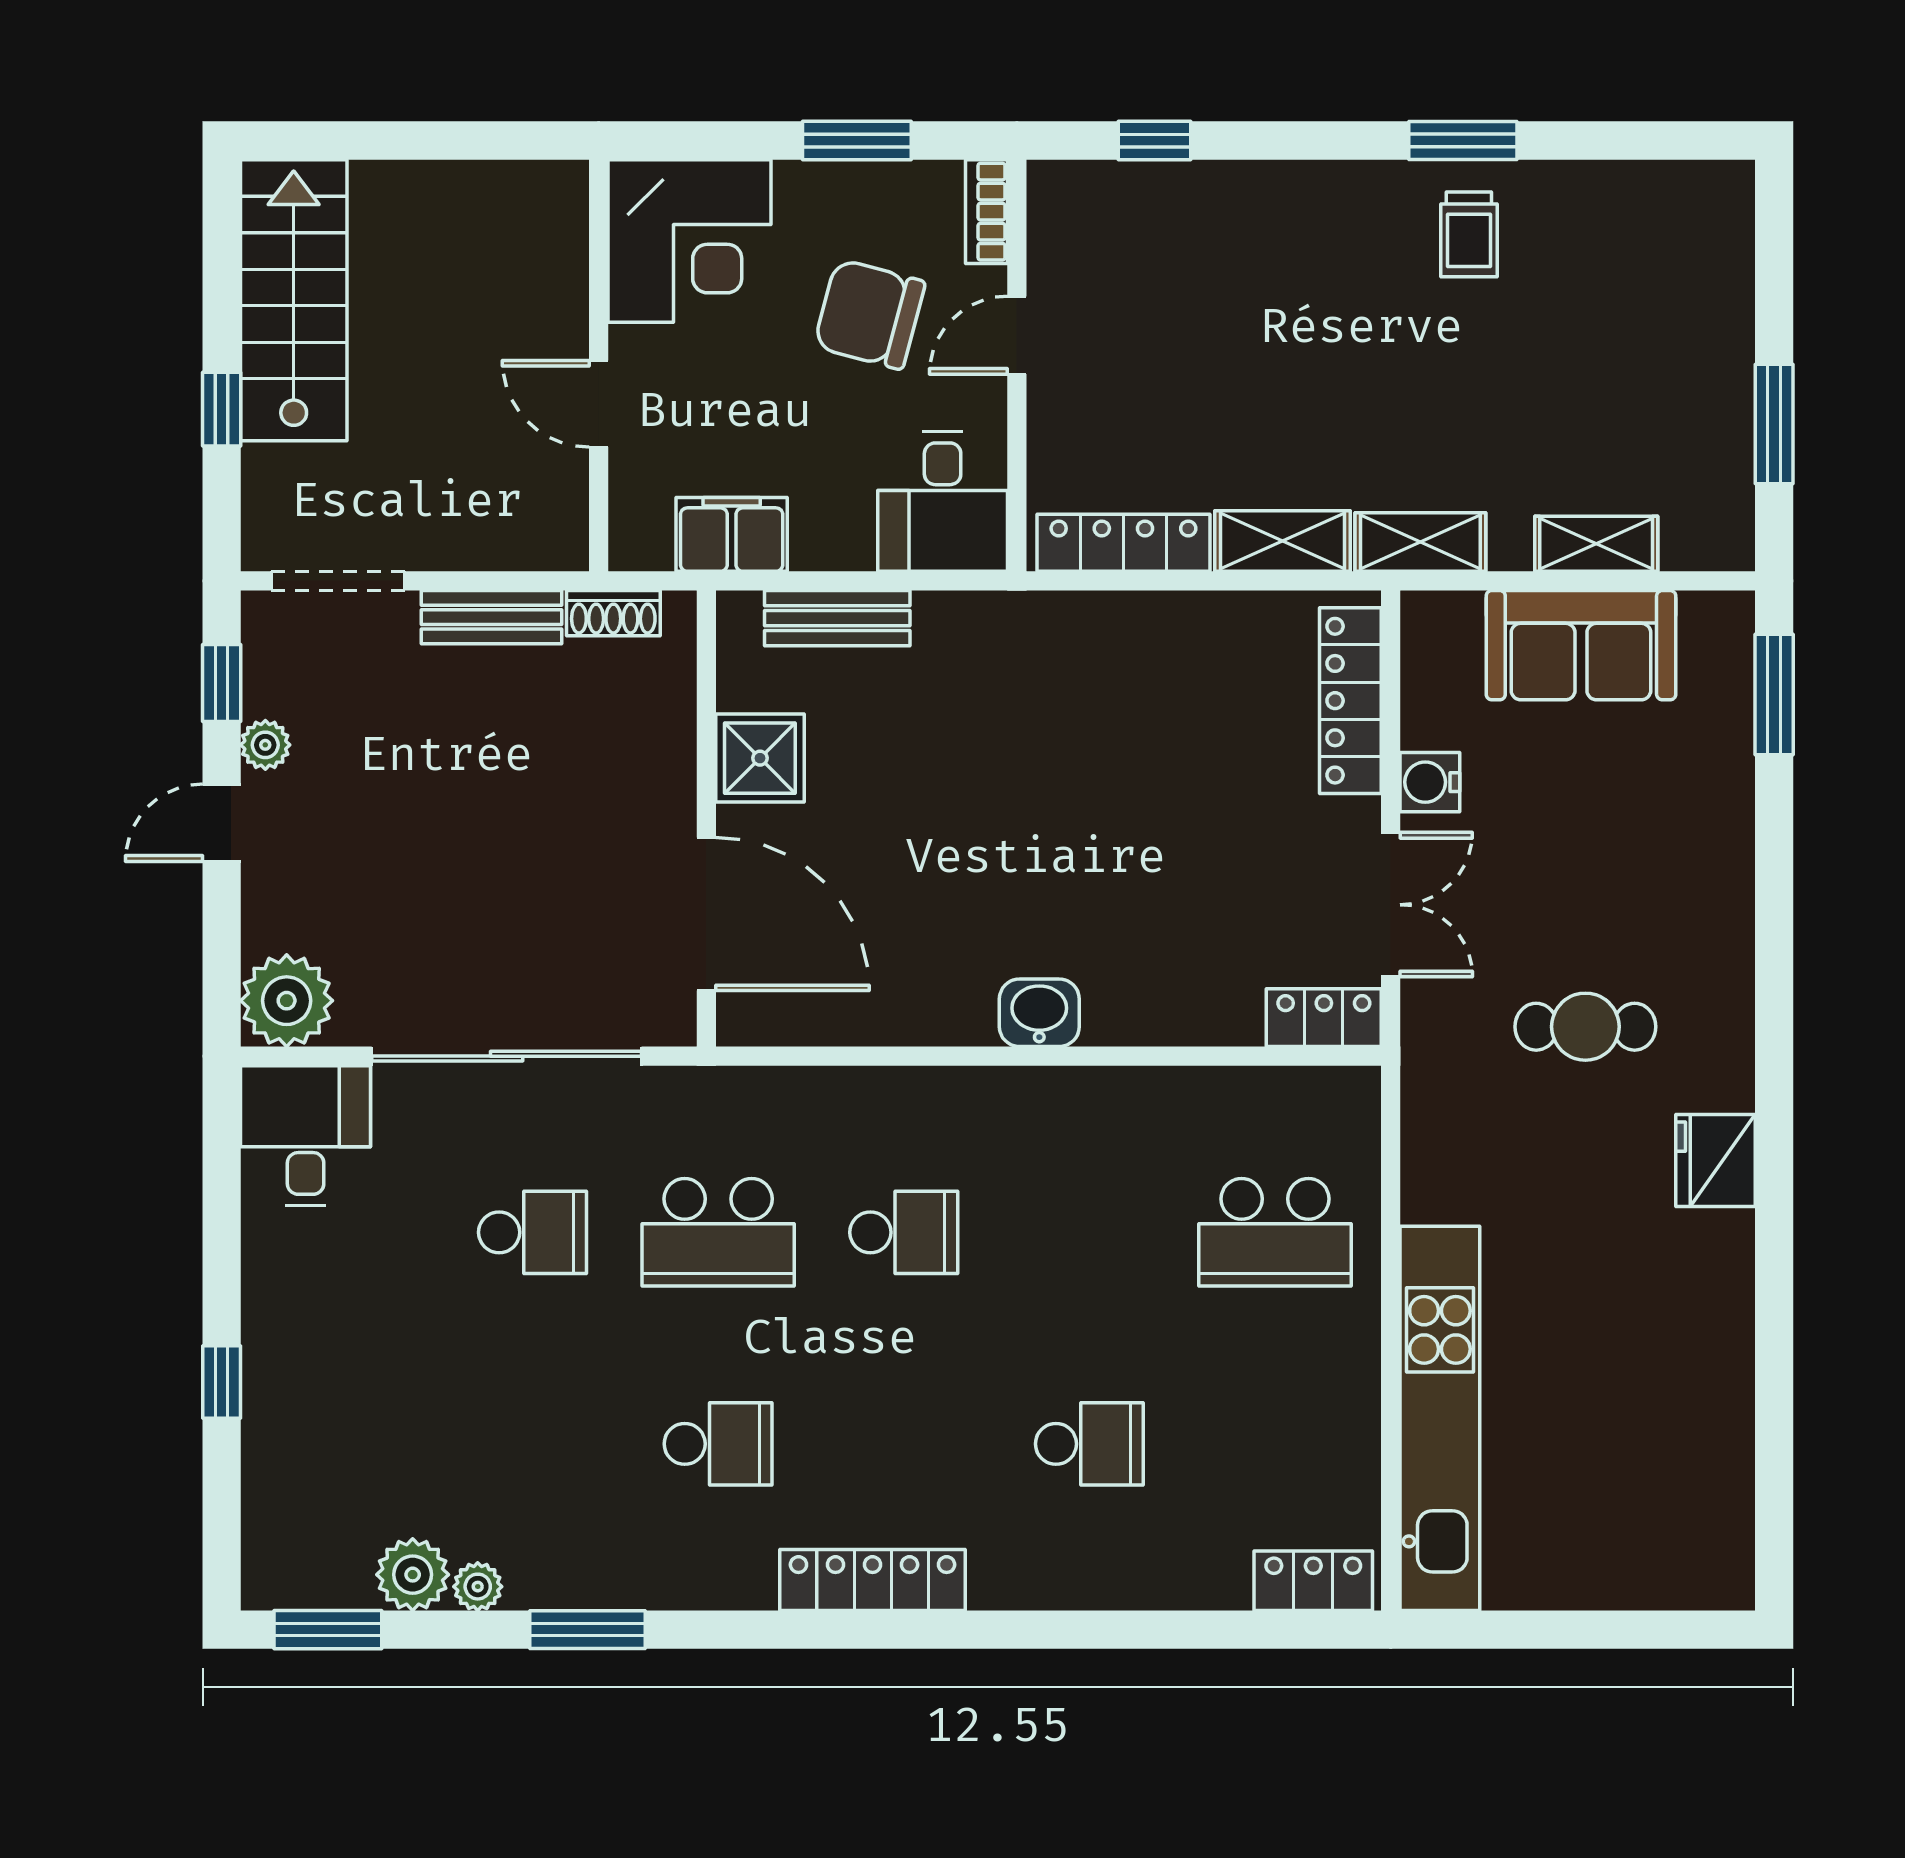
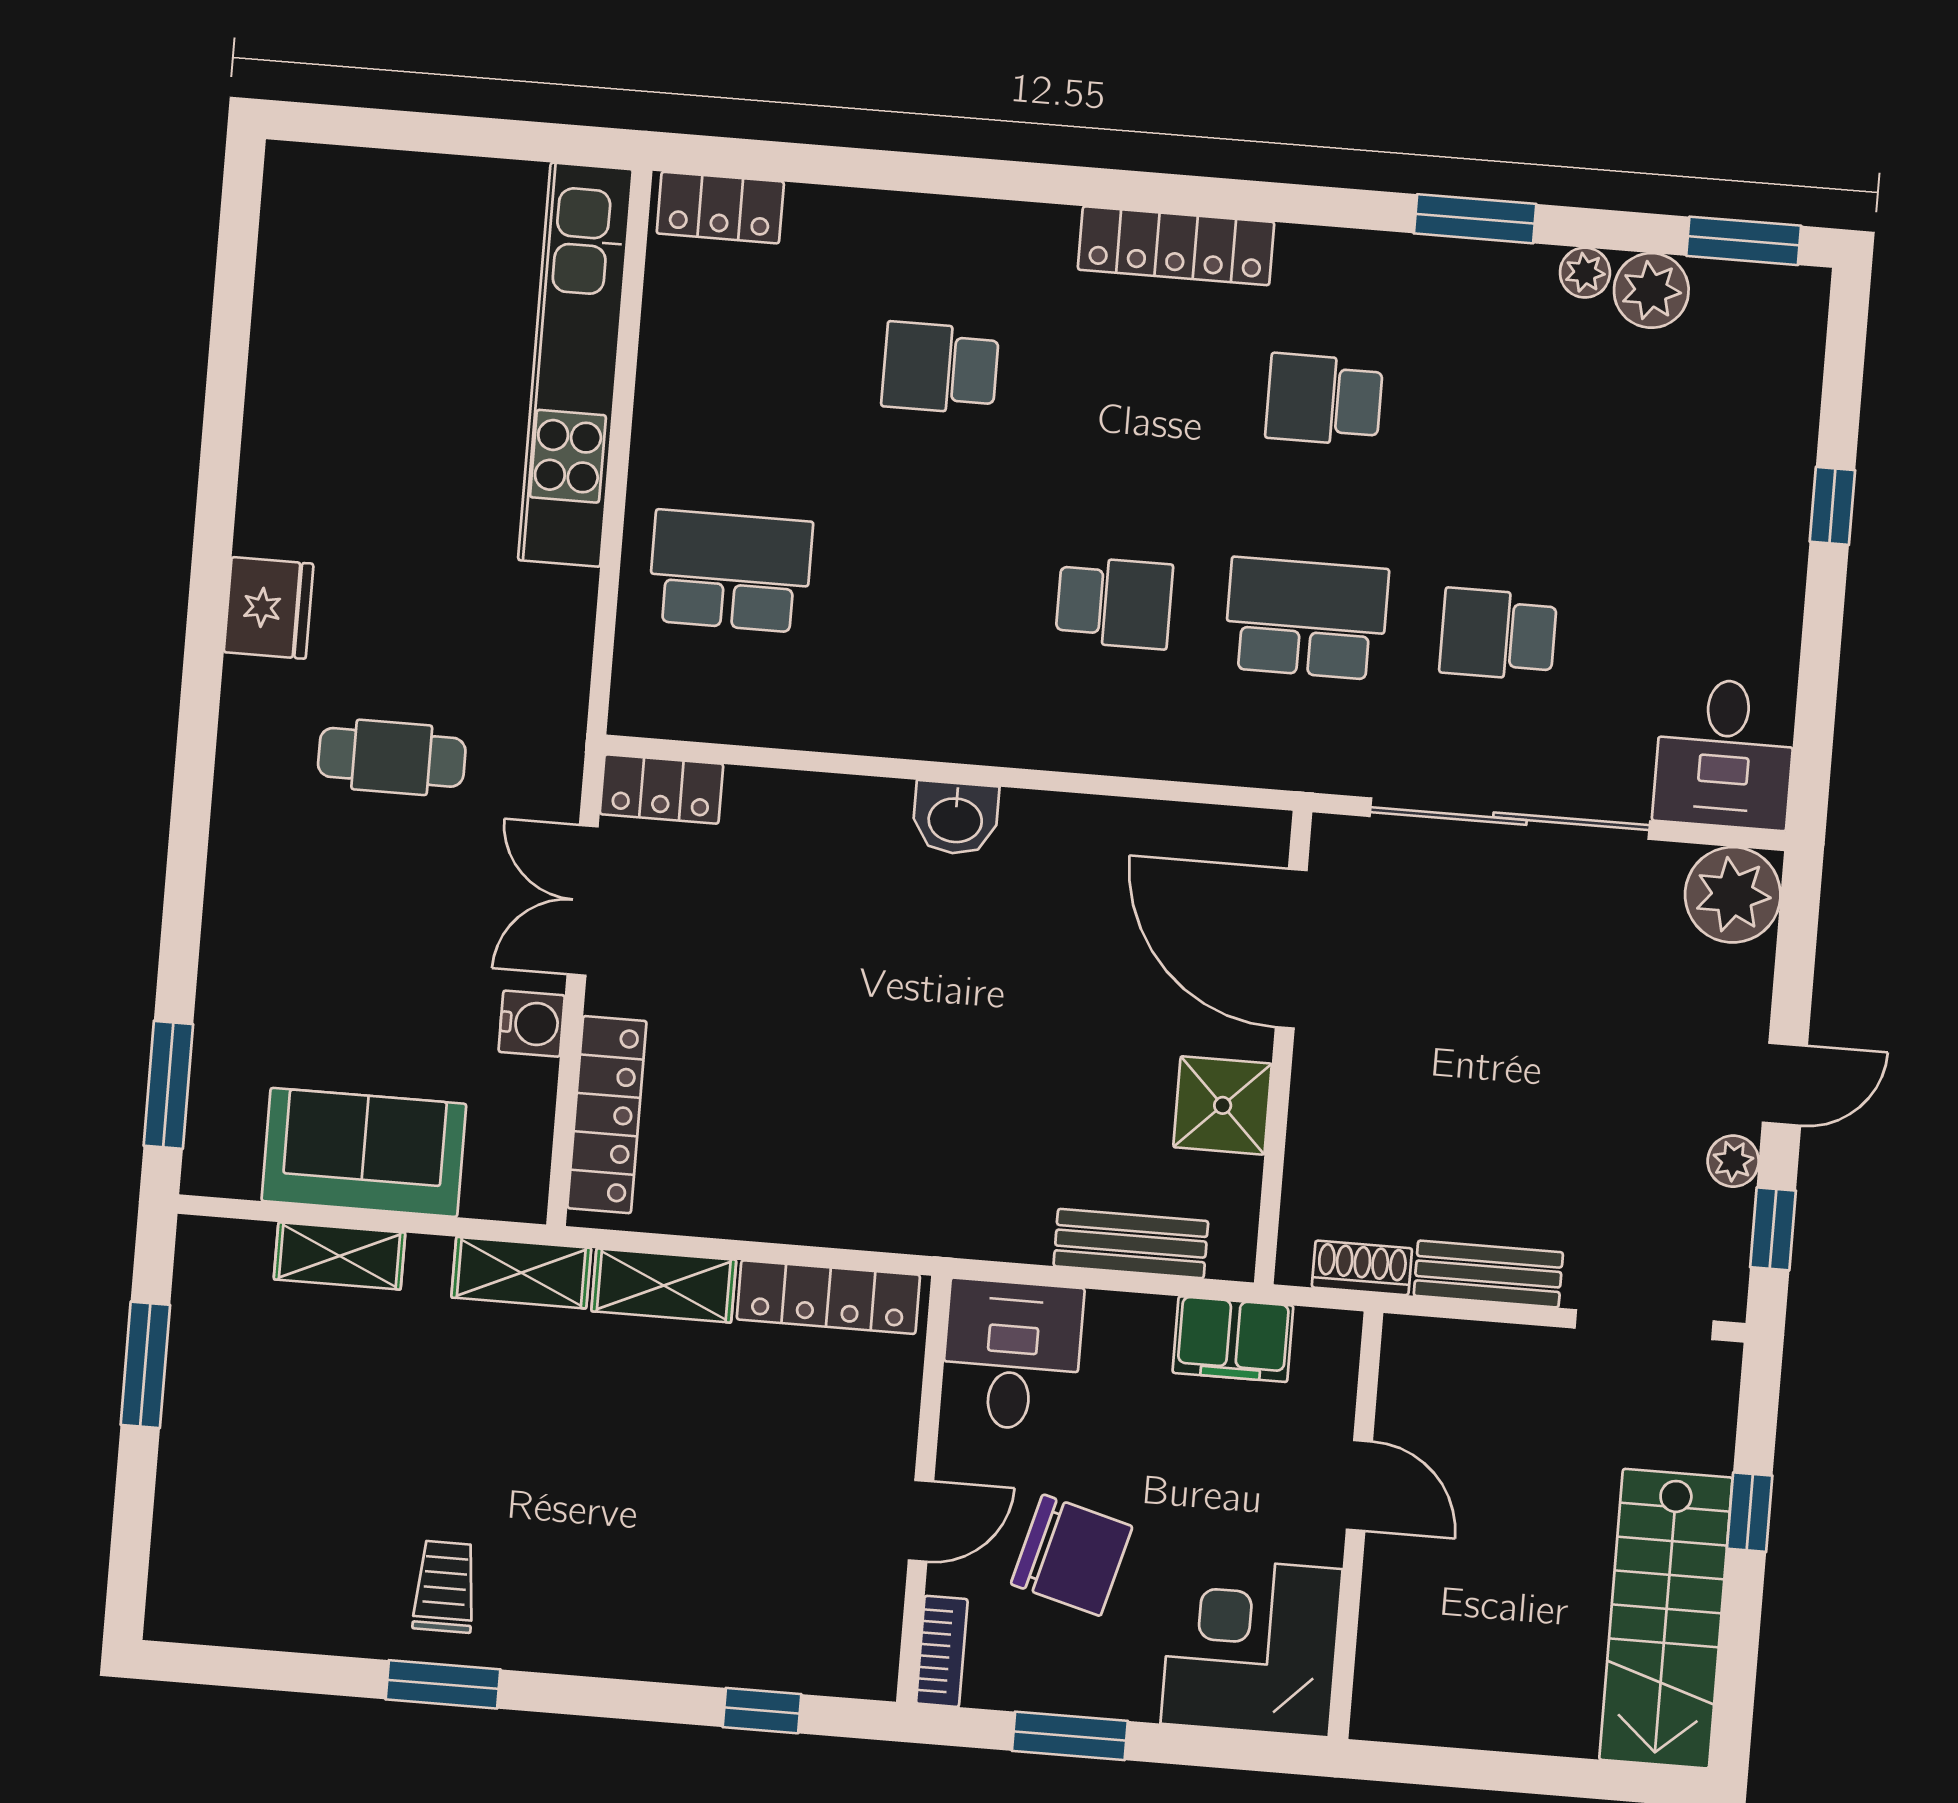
school desk: (904, 1232) -> (1114, 603), turned 180

